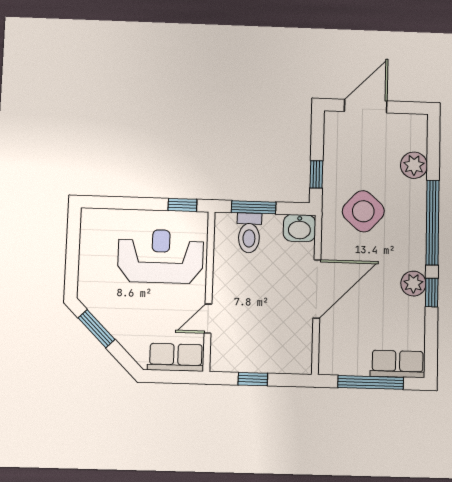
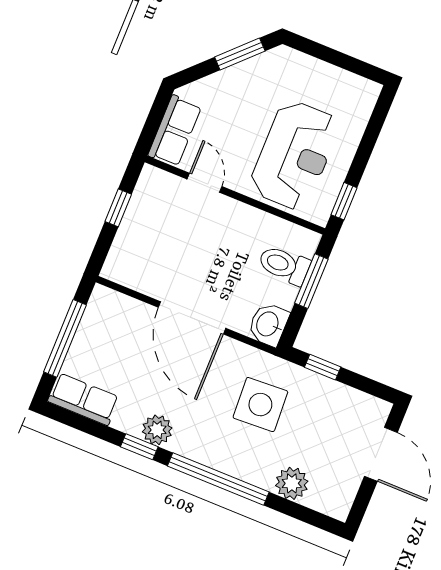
side table: (363, 211) -> (260, 405), turned 45
row of seats: (398, 364) -> (83, 399), moved, turned -90

